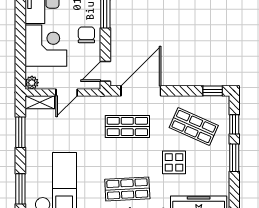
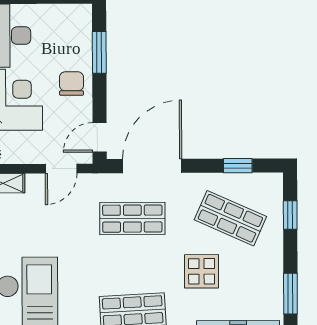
window: (213, 91) -> (238, 166), moved
door: (67, 92) -> (61, 169), moved
window: (234, 158) -> (290, 294), moved

